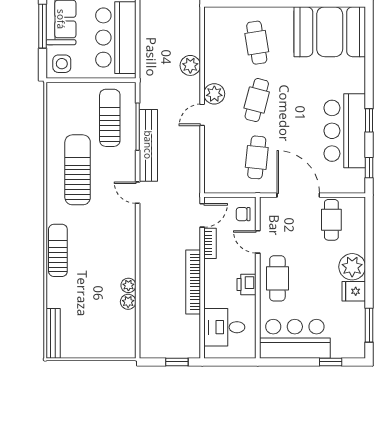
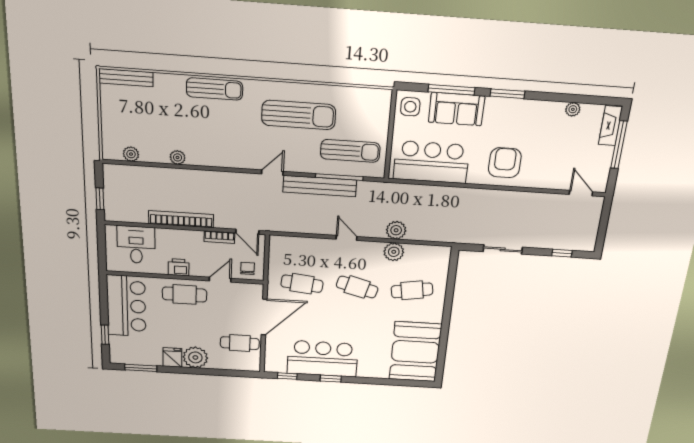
plant: (214, 94) -> (394, 252), moved
plant: (128, 302) -> (131, 154), moved

